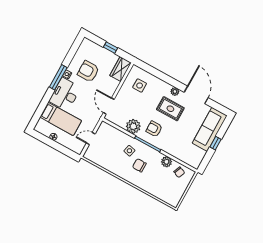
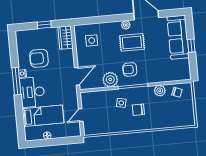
door: (109, 106) -> (77, 76), swing flipped

